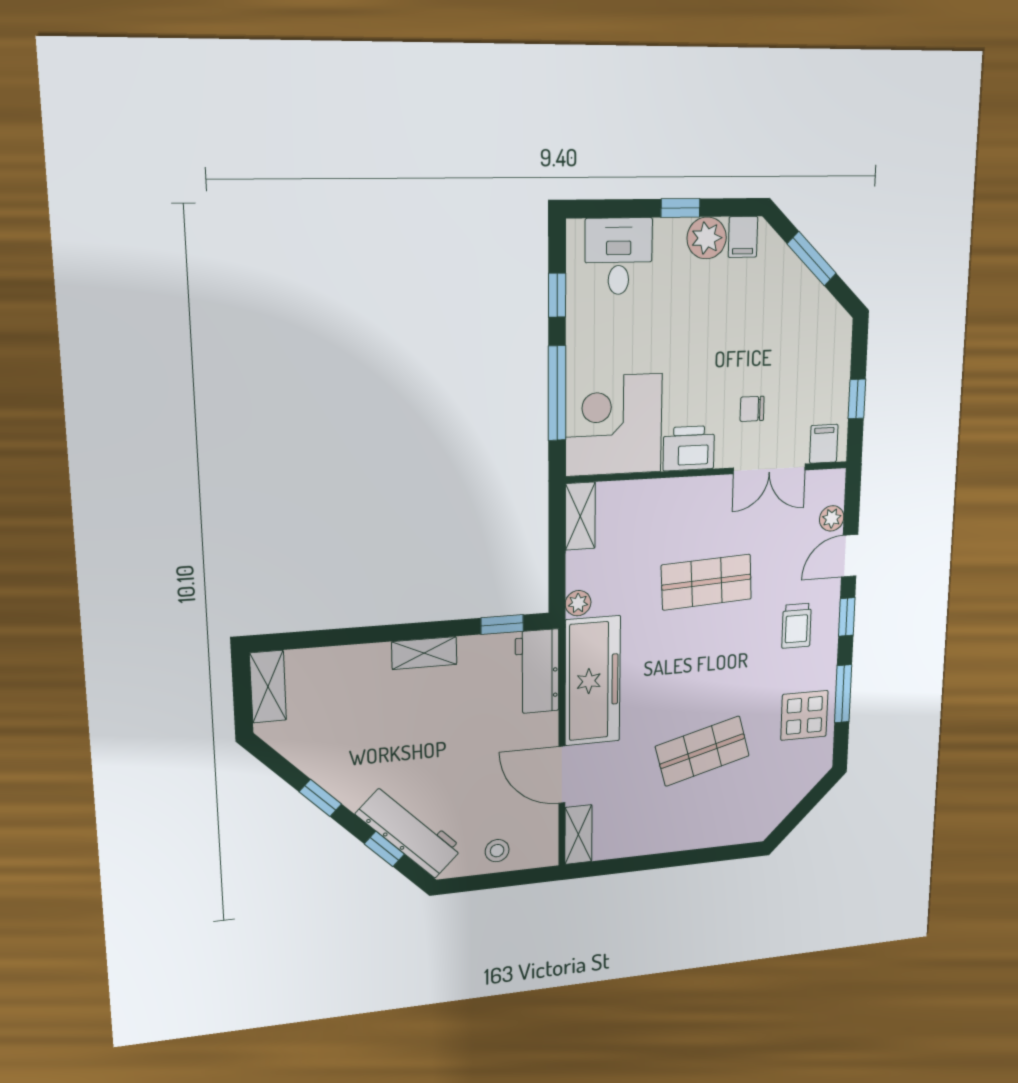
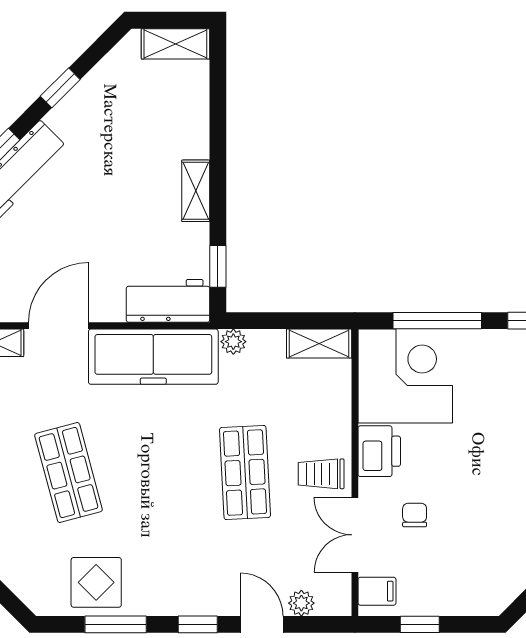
trolley: (797, 626) -> (321, 474), moved

